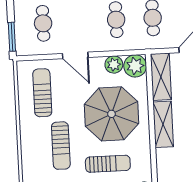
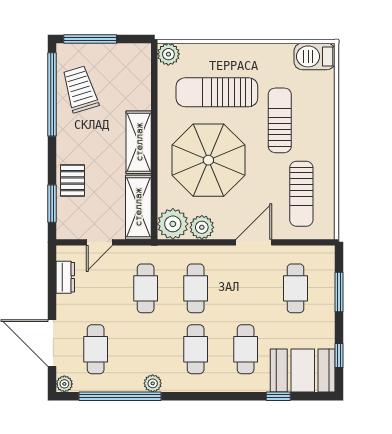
window: (12, 37) -> (339, 292), moved
door: (75, 55) -> (254, 242), hinge flipped
sun lounger: (108, 164) -> (217, 92), width x1.36, depth x1.34

